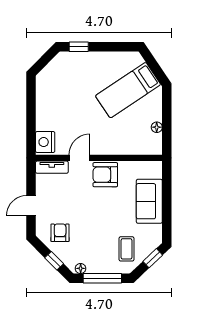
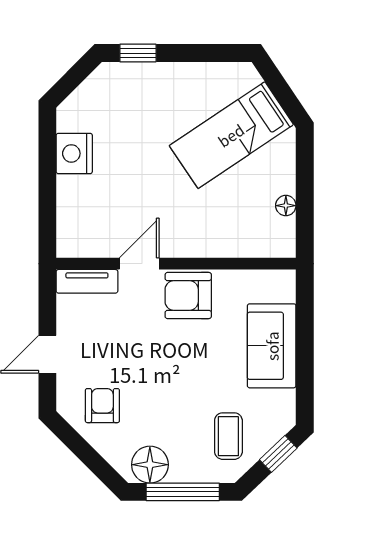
nightstand: (45, 142) -> (74, 153), moved
window: (54, 261) -> (91, 459), removed
floor lamp: (81, 268) -> (150, 465), width x1.89, depth x1.89

